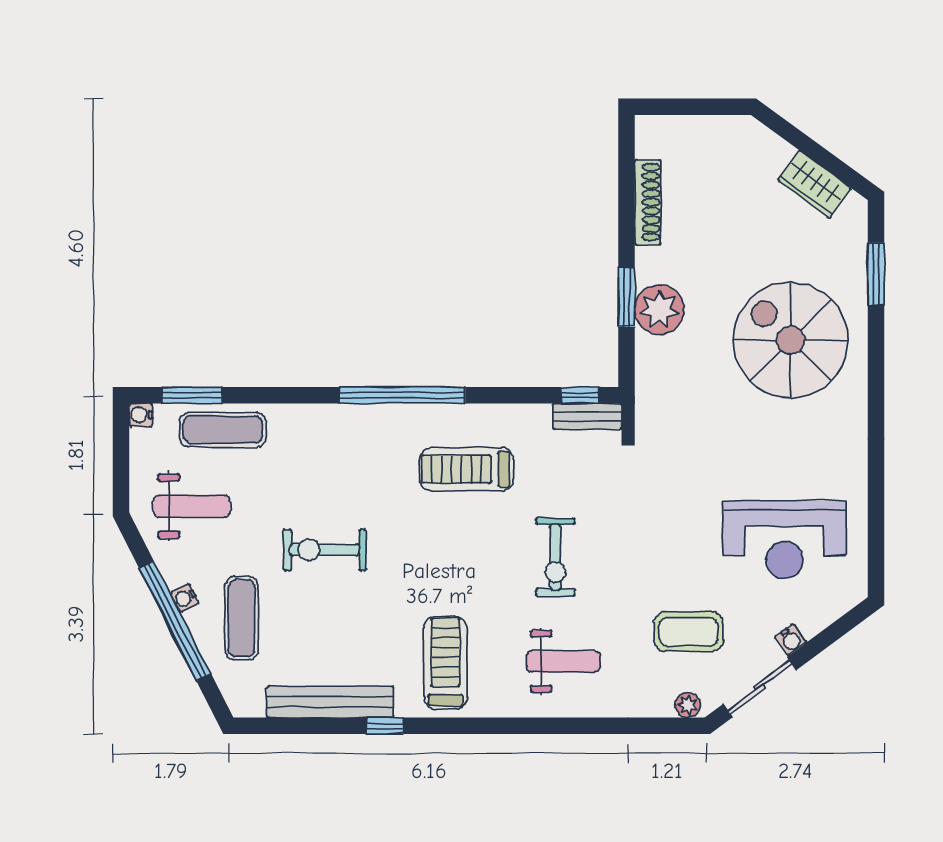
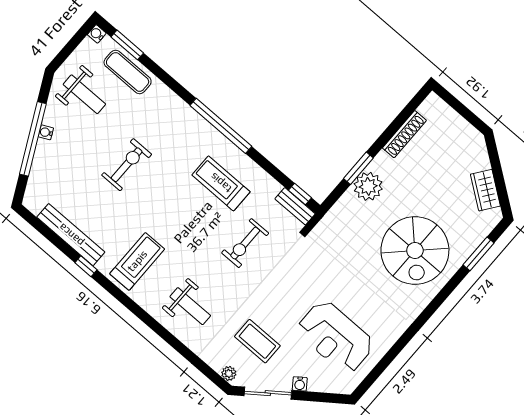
spiral stairs: (791, 340) -> (415, 250), turned 180
exercise bike: (324, 550) -> (127, 165), turned 90
exercise bike: (555, 557) -> (245, 243), moved
exercise mat: (242, 618) -> (64, 163), removed

